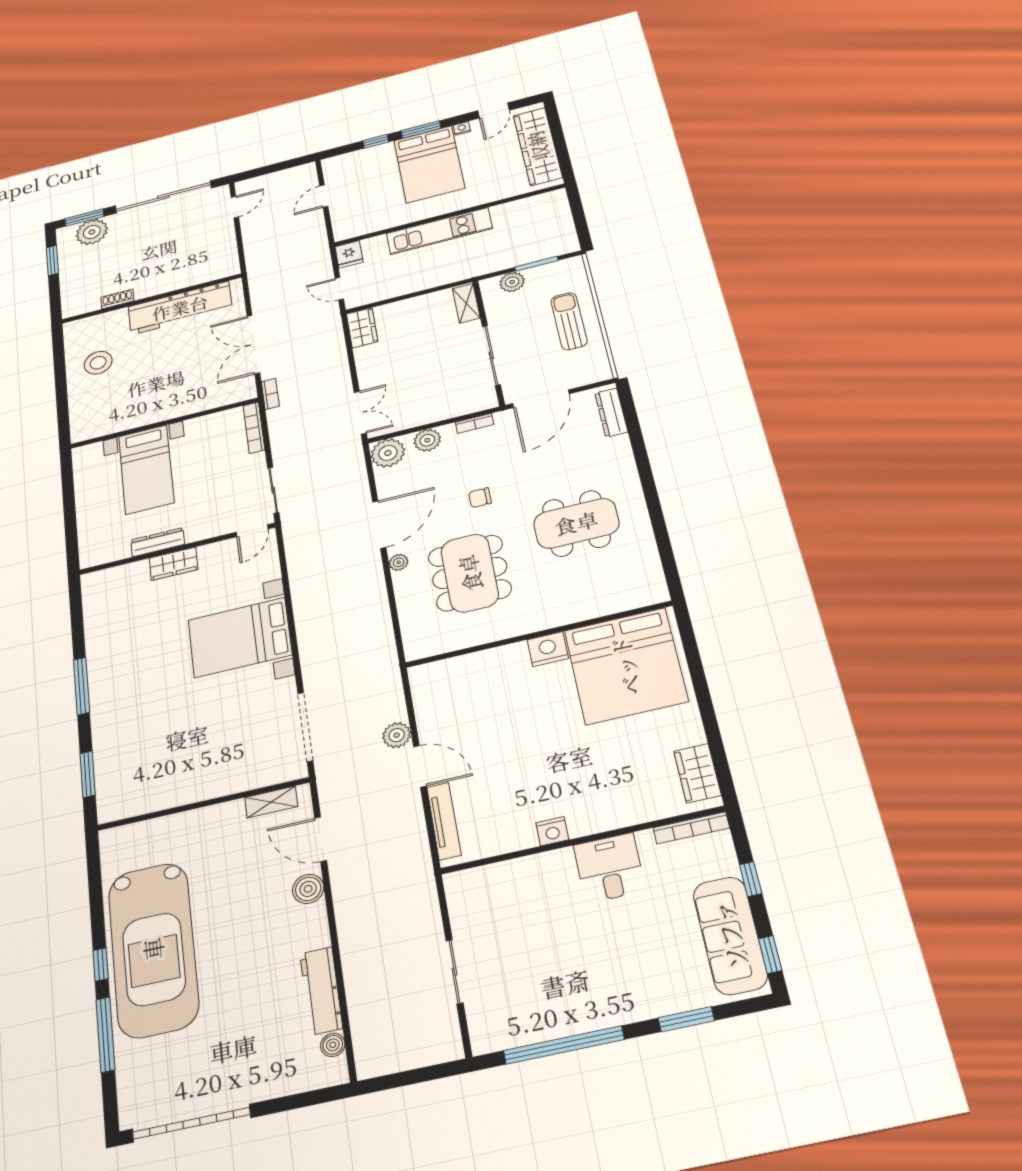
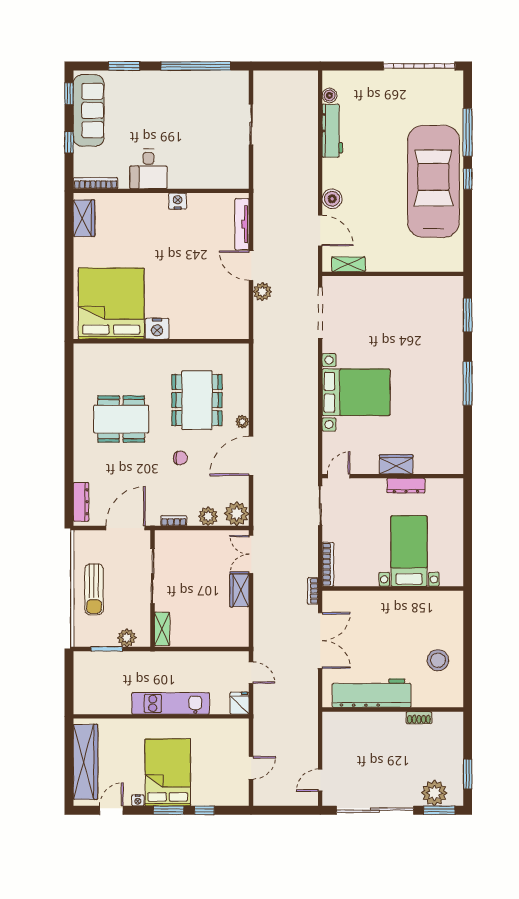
wardrobe: (362, 328) -> (239, 590), moved

